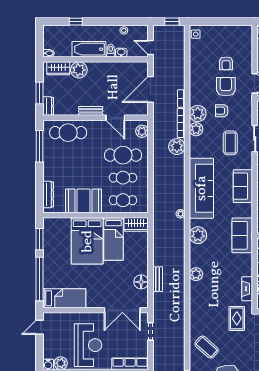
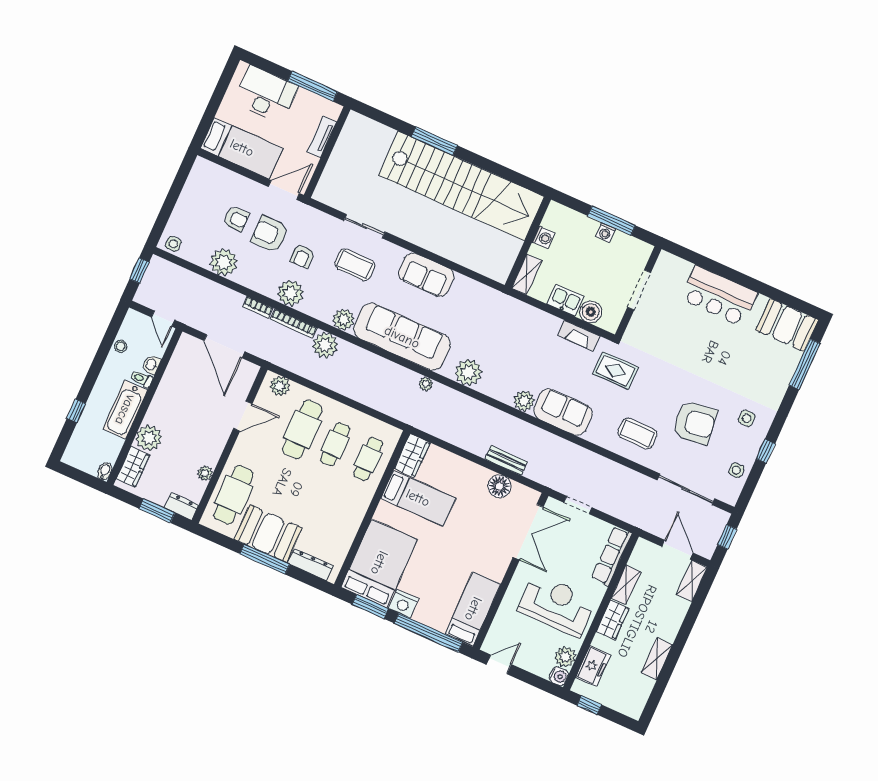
door: (151, 47) -> (163, 319), hinge flipped
plant: (198, 68) -> (224, 262), added
plant: (73, 111) -> (205, 473), added
bench: (91, 111) -> (217, 448), removed
plant: (196, 129) -> (343, 320), moved
window: (39, 146) -> (265, 559), moved
booth: (83, 201) -> (268, 534), moved, turned 90
sofa: (242, 235) -> (563, 412), moved, turned 180
bed: (87, 241) -> (379, 563), moved, turned -90
nightstand: (50, 257) -> (403, 604), added
door: (39, 327) -> (499, 664), swing flipped
coffee table: (207, 347) -> (637, 433), turned 49

